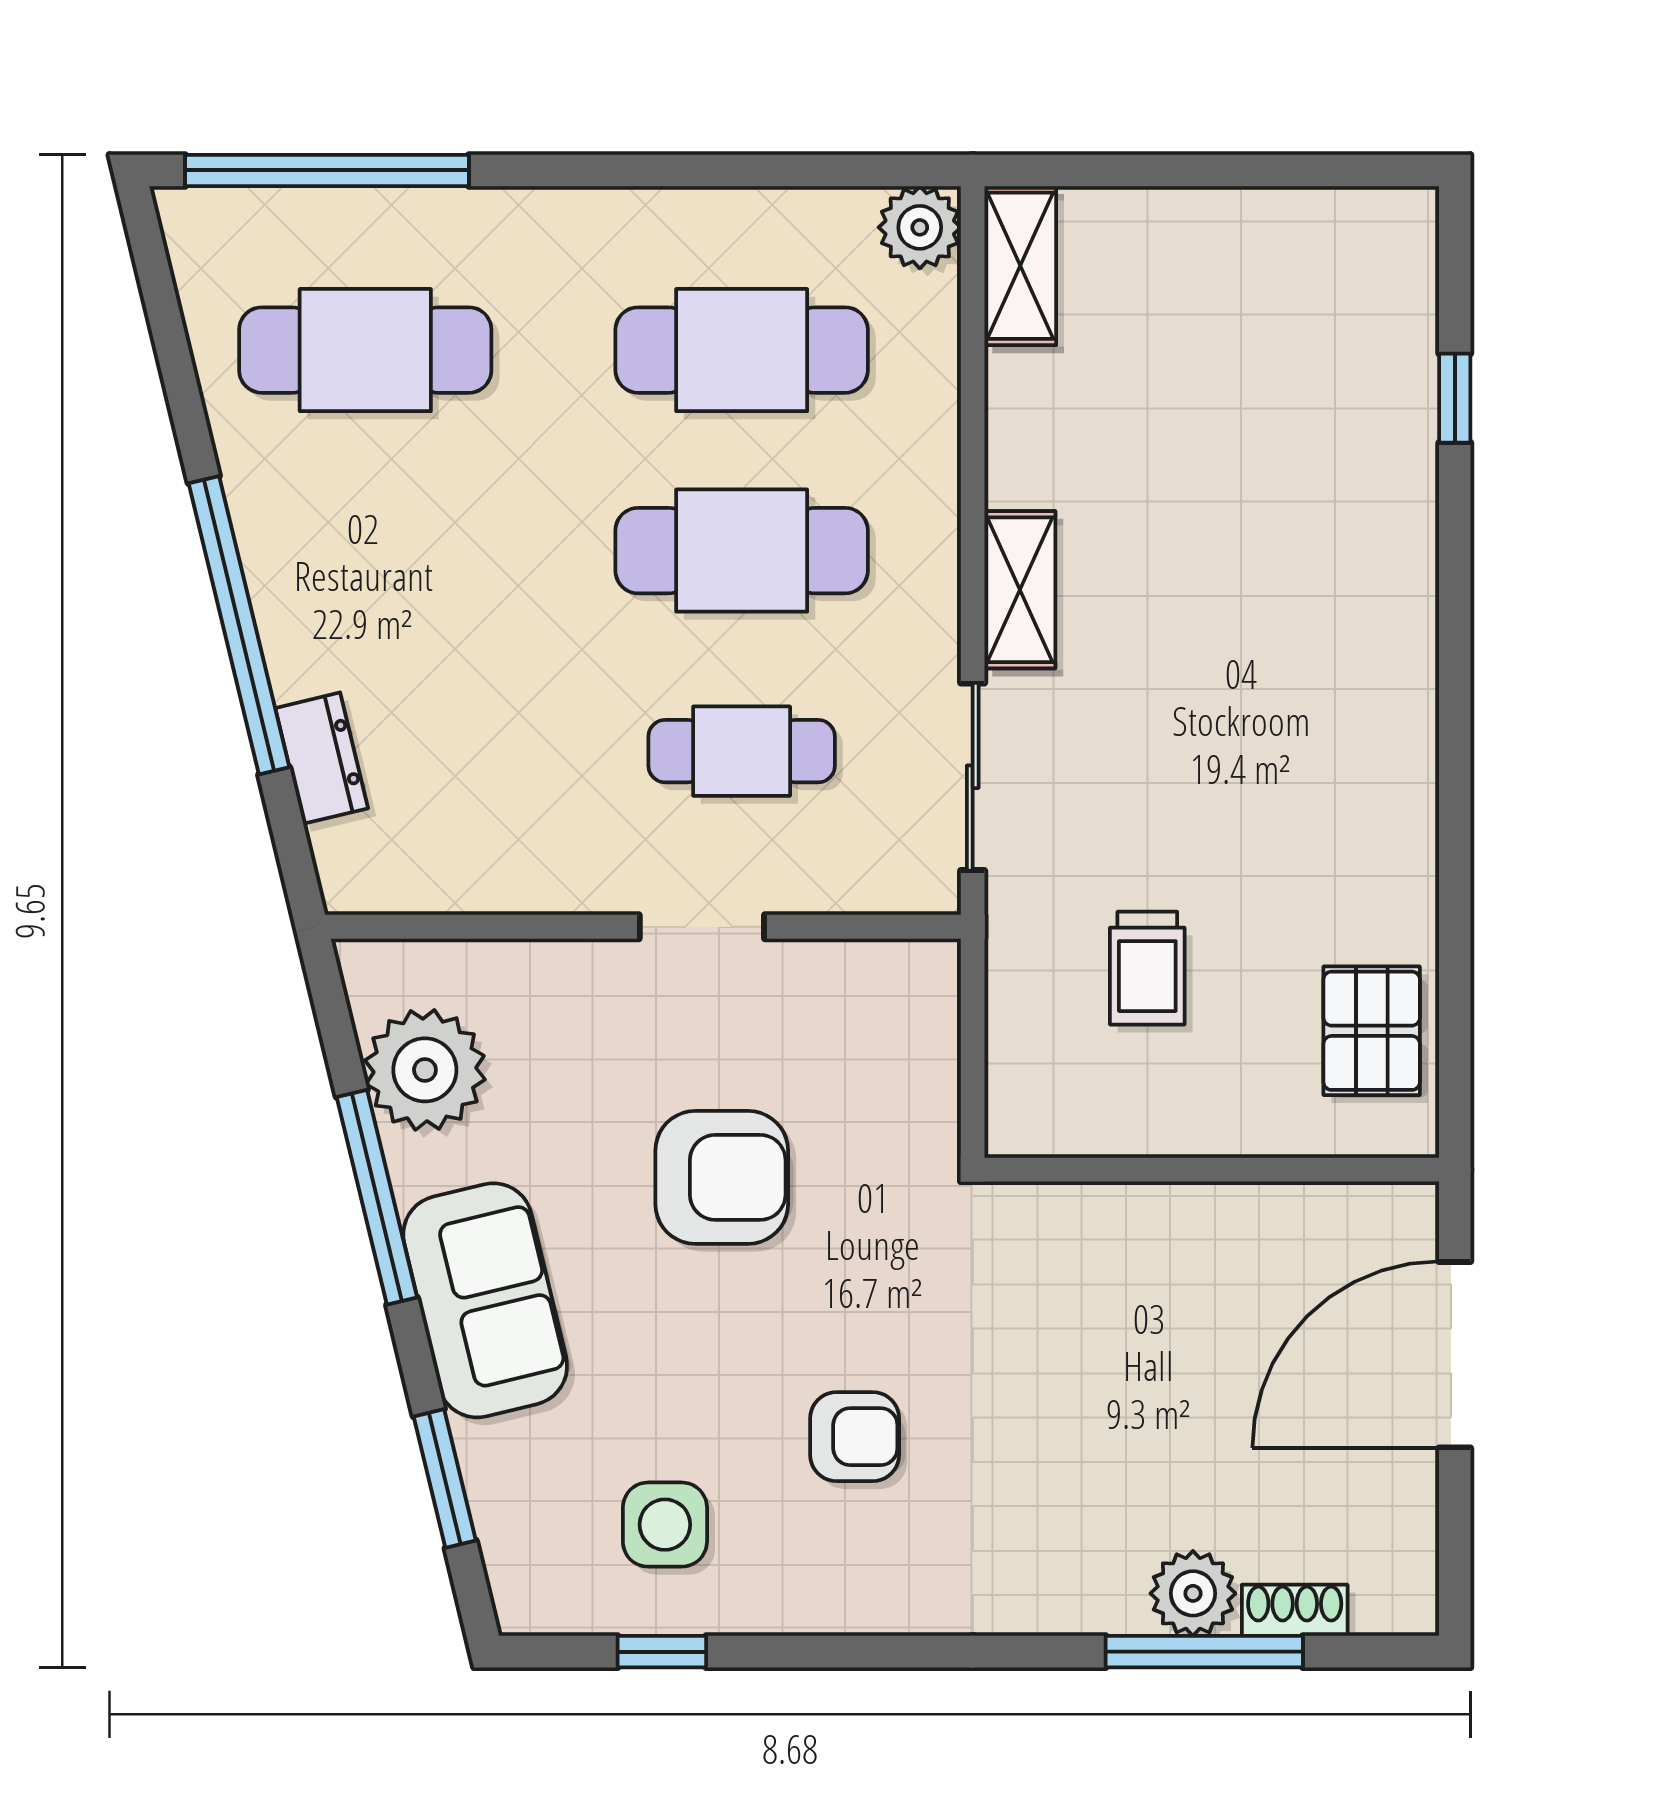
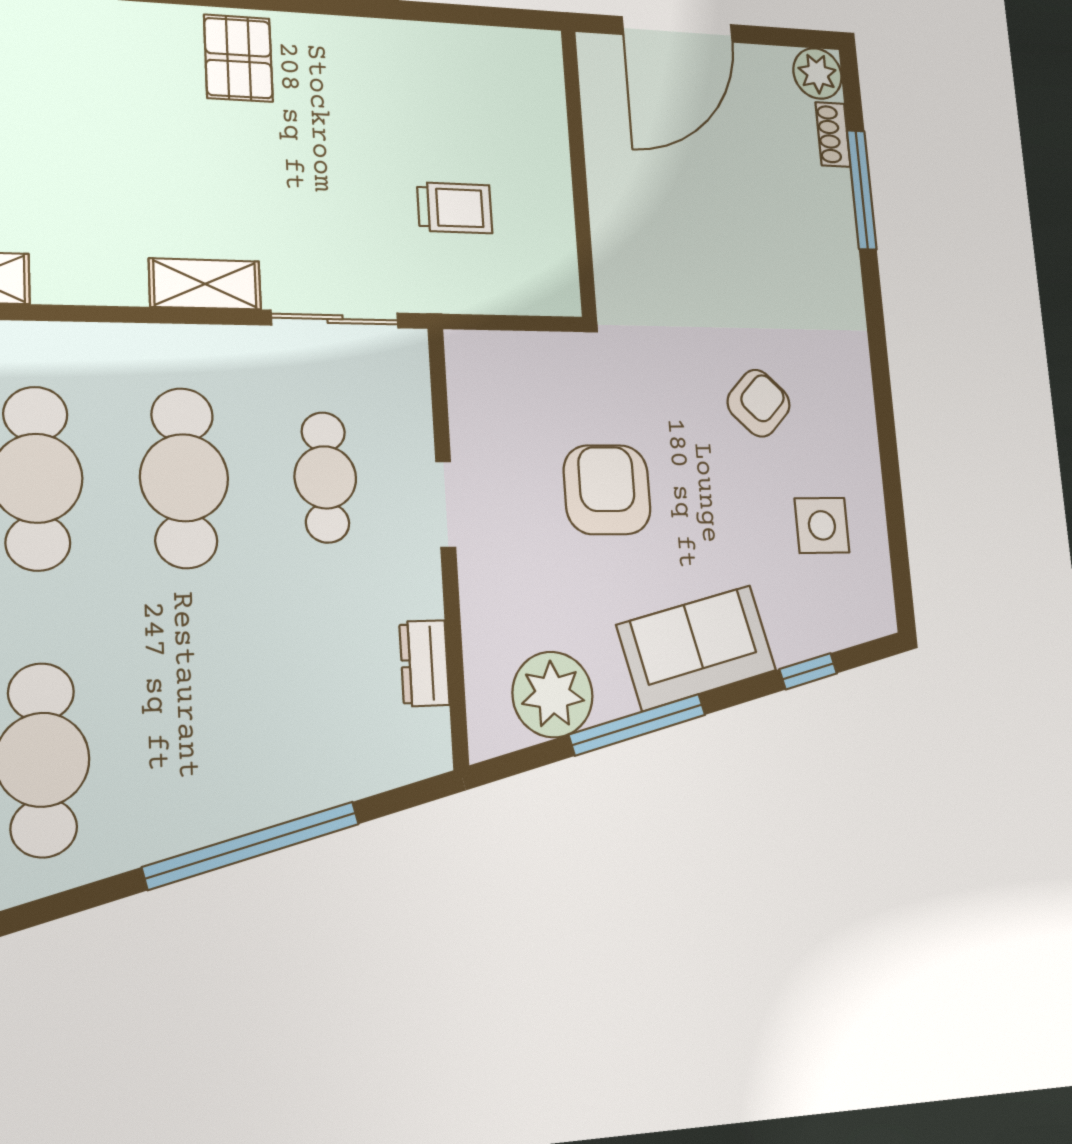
dresser: (322, 758) -> (424, 663), moved, turned -76
pallet: (1372, 1031) -> (238, 58), moved, turned 90
door: (1455, 1355) -> (678, 30), hinge flipped
armchair: (855, 1437) -> (759, 403), turned 44
window: (445, 1478) -> (808, 671), width x0.67
plant: (1193, 1593) -> (817, 74), moved
window: (662, 1652) -> (896, 527), removed

